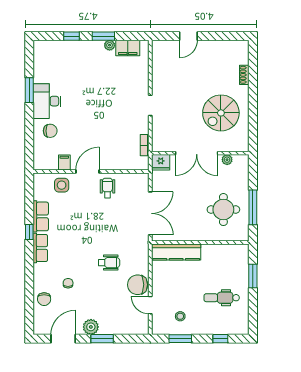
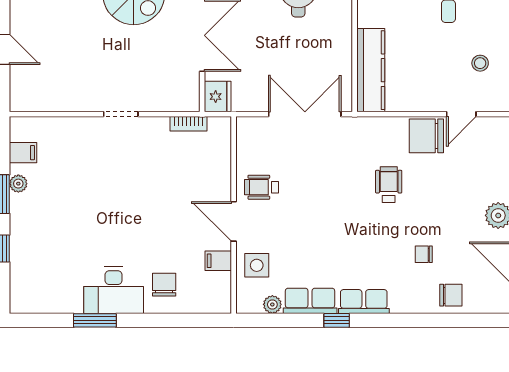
filing cabinet: (128, 48) -> (23, 153), width x0.50
plant: (39, 194) -> (272, 304), added
chair: (138, 285) -> (426, 136), turned 90

